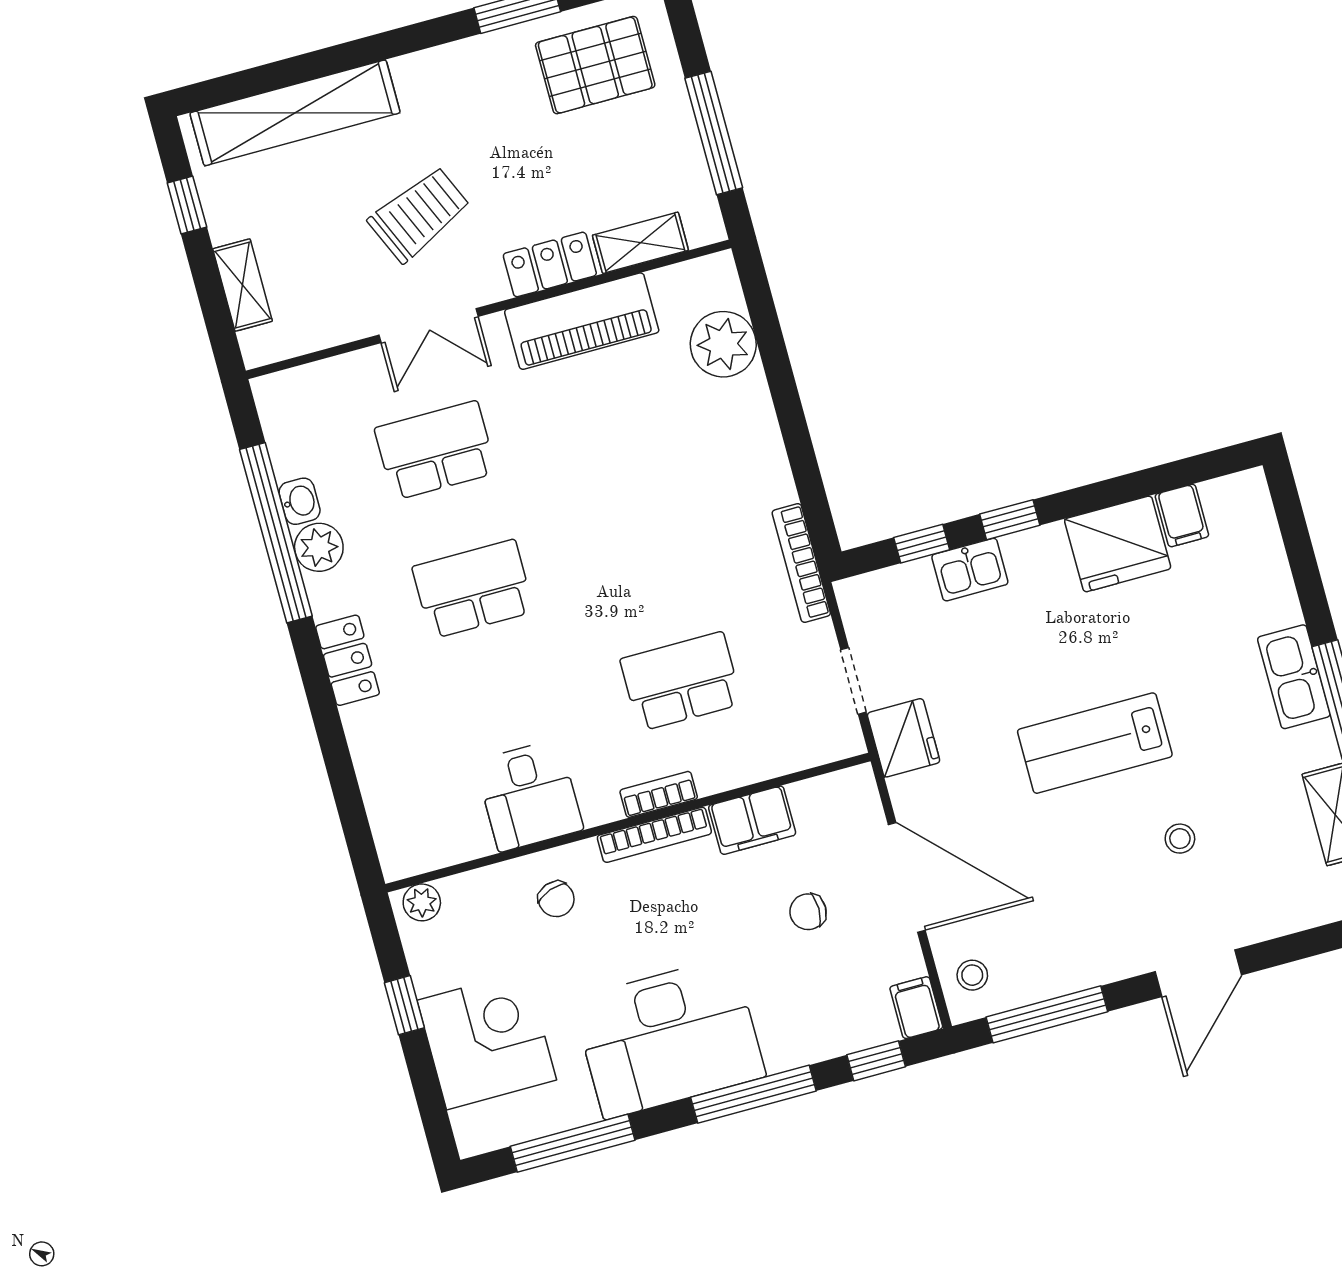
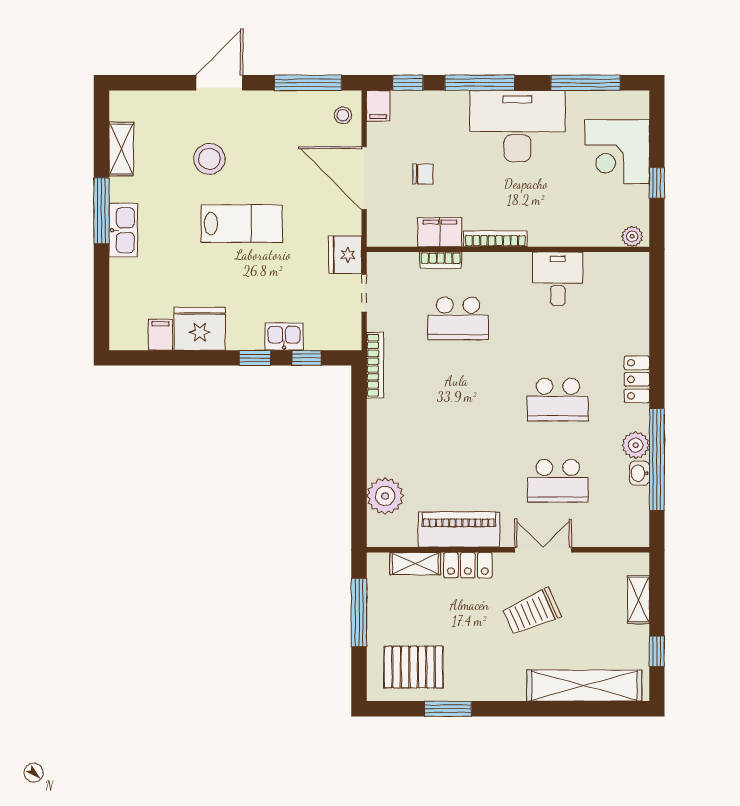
bookcase: (659, 794) -> (441, 260), moved
stool: (1180, 839) -> (209, 159), width x1.89, depth x1.89
chair: (556, 899) -> (558, 218), removed

